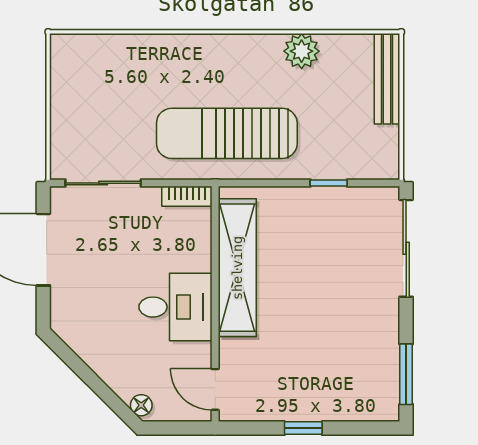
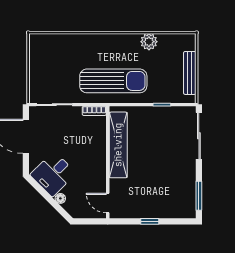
bench: (387, 79) -> (190, 73), moved
sun lounger: (227, 133) -> (113, 81), turned 180
desk: (176, 307) -> (53, 174), moved, turned 135
floor lamp: (141, 405) -> (60, 198), moved

